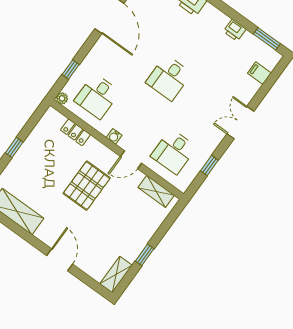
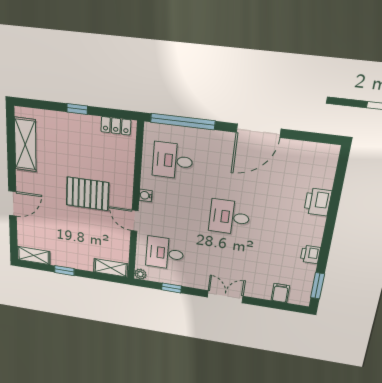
window: (71, 70) -> (183, 122), width x3.17
plant: (62, 98) -> (140, 274), moved
locker: (75, 132) -> (116, 126), moved, turned -90
shelving: (156, 191) -> (111, 268), moved, turned 90

